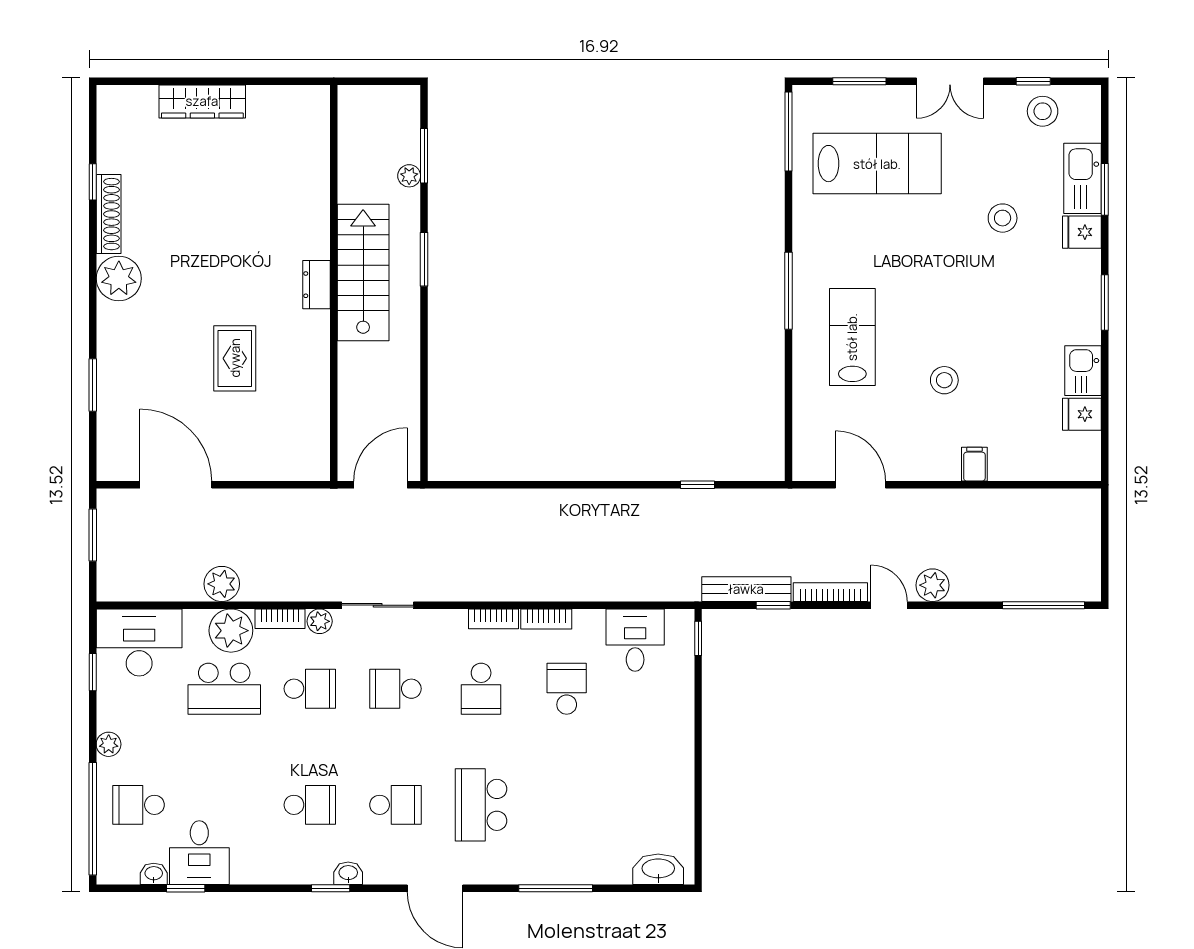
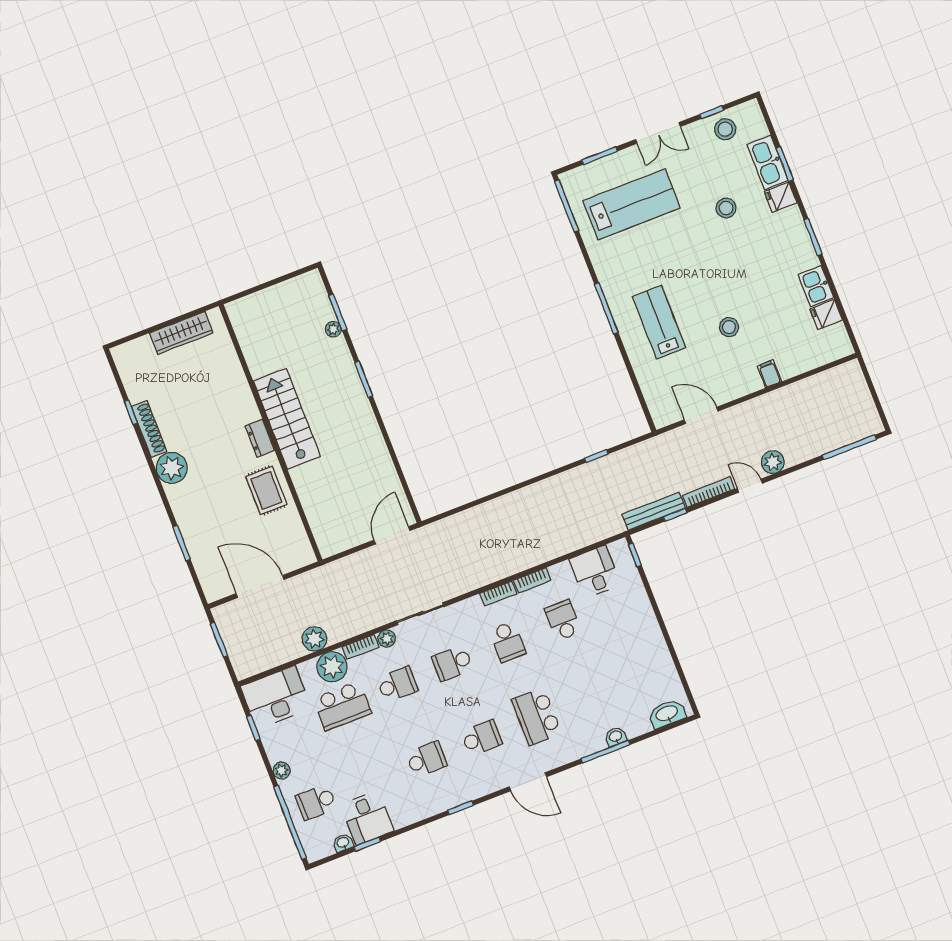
stairs: (363, 273) -> (287, 419), moved
wall: (334, 283) -> (271, 433), moved
dresser: (316, 285) -> (260, 438), moved
washbasin: (348, 873) -> (616, 737), moved

